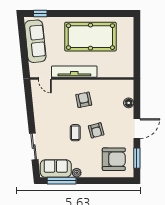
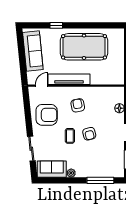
window: (40, 14) -> (56, 25), moved
door: (45, 78) -> (42, 86), swing flipped
armchair: (114, 159) -> (47, 115), moved
window: (62, 181) -> (100, 180), moved

